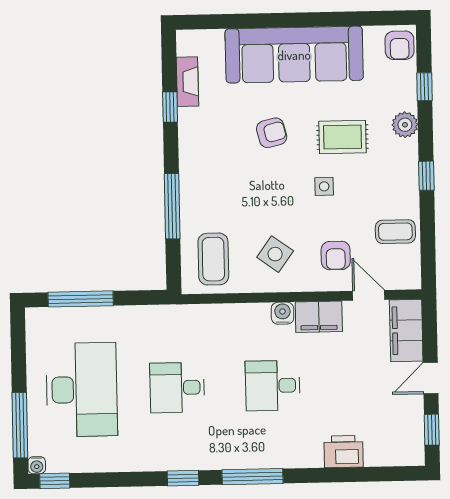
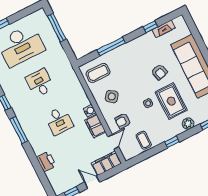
rug: (342, 137) -> (171, 101), width x1.36, depth x1.43
desk: (273, 386) -> (59, 121), turned 180

